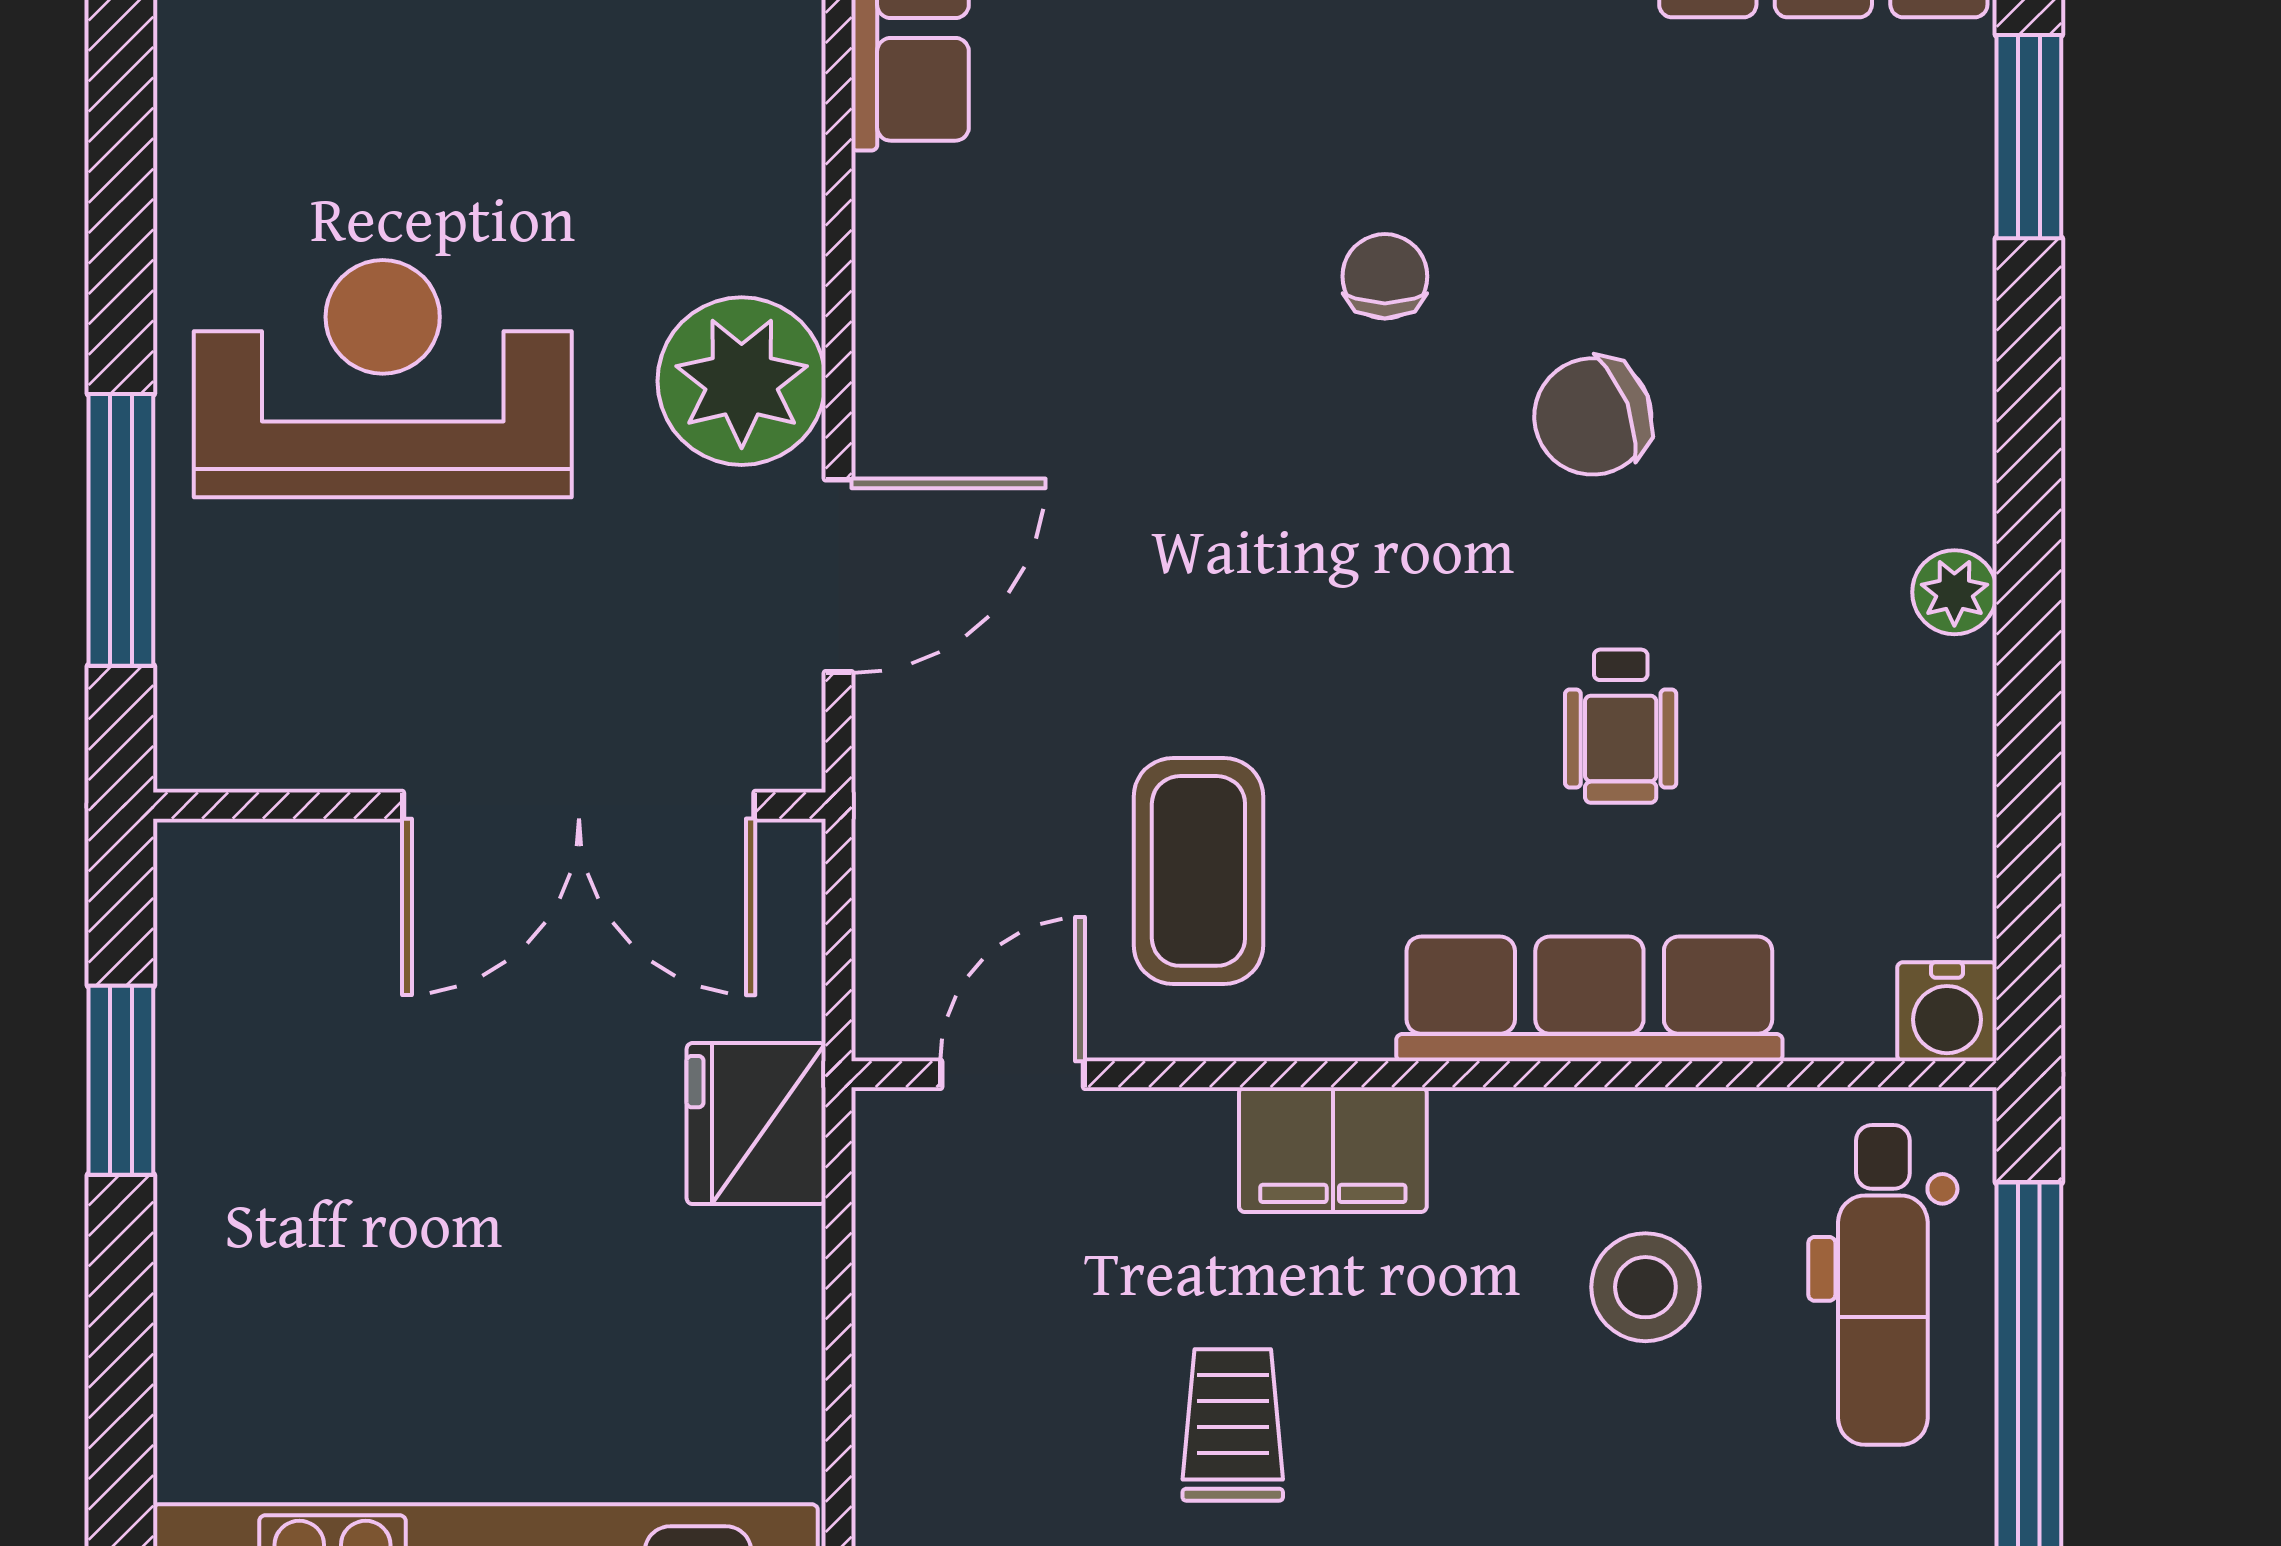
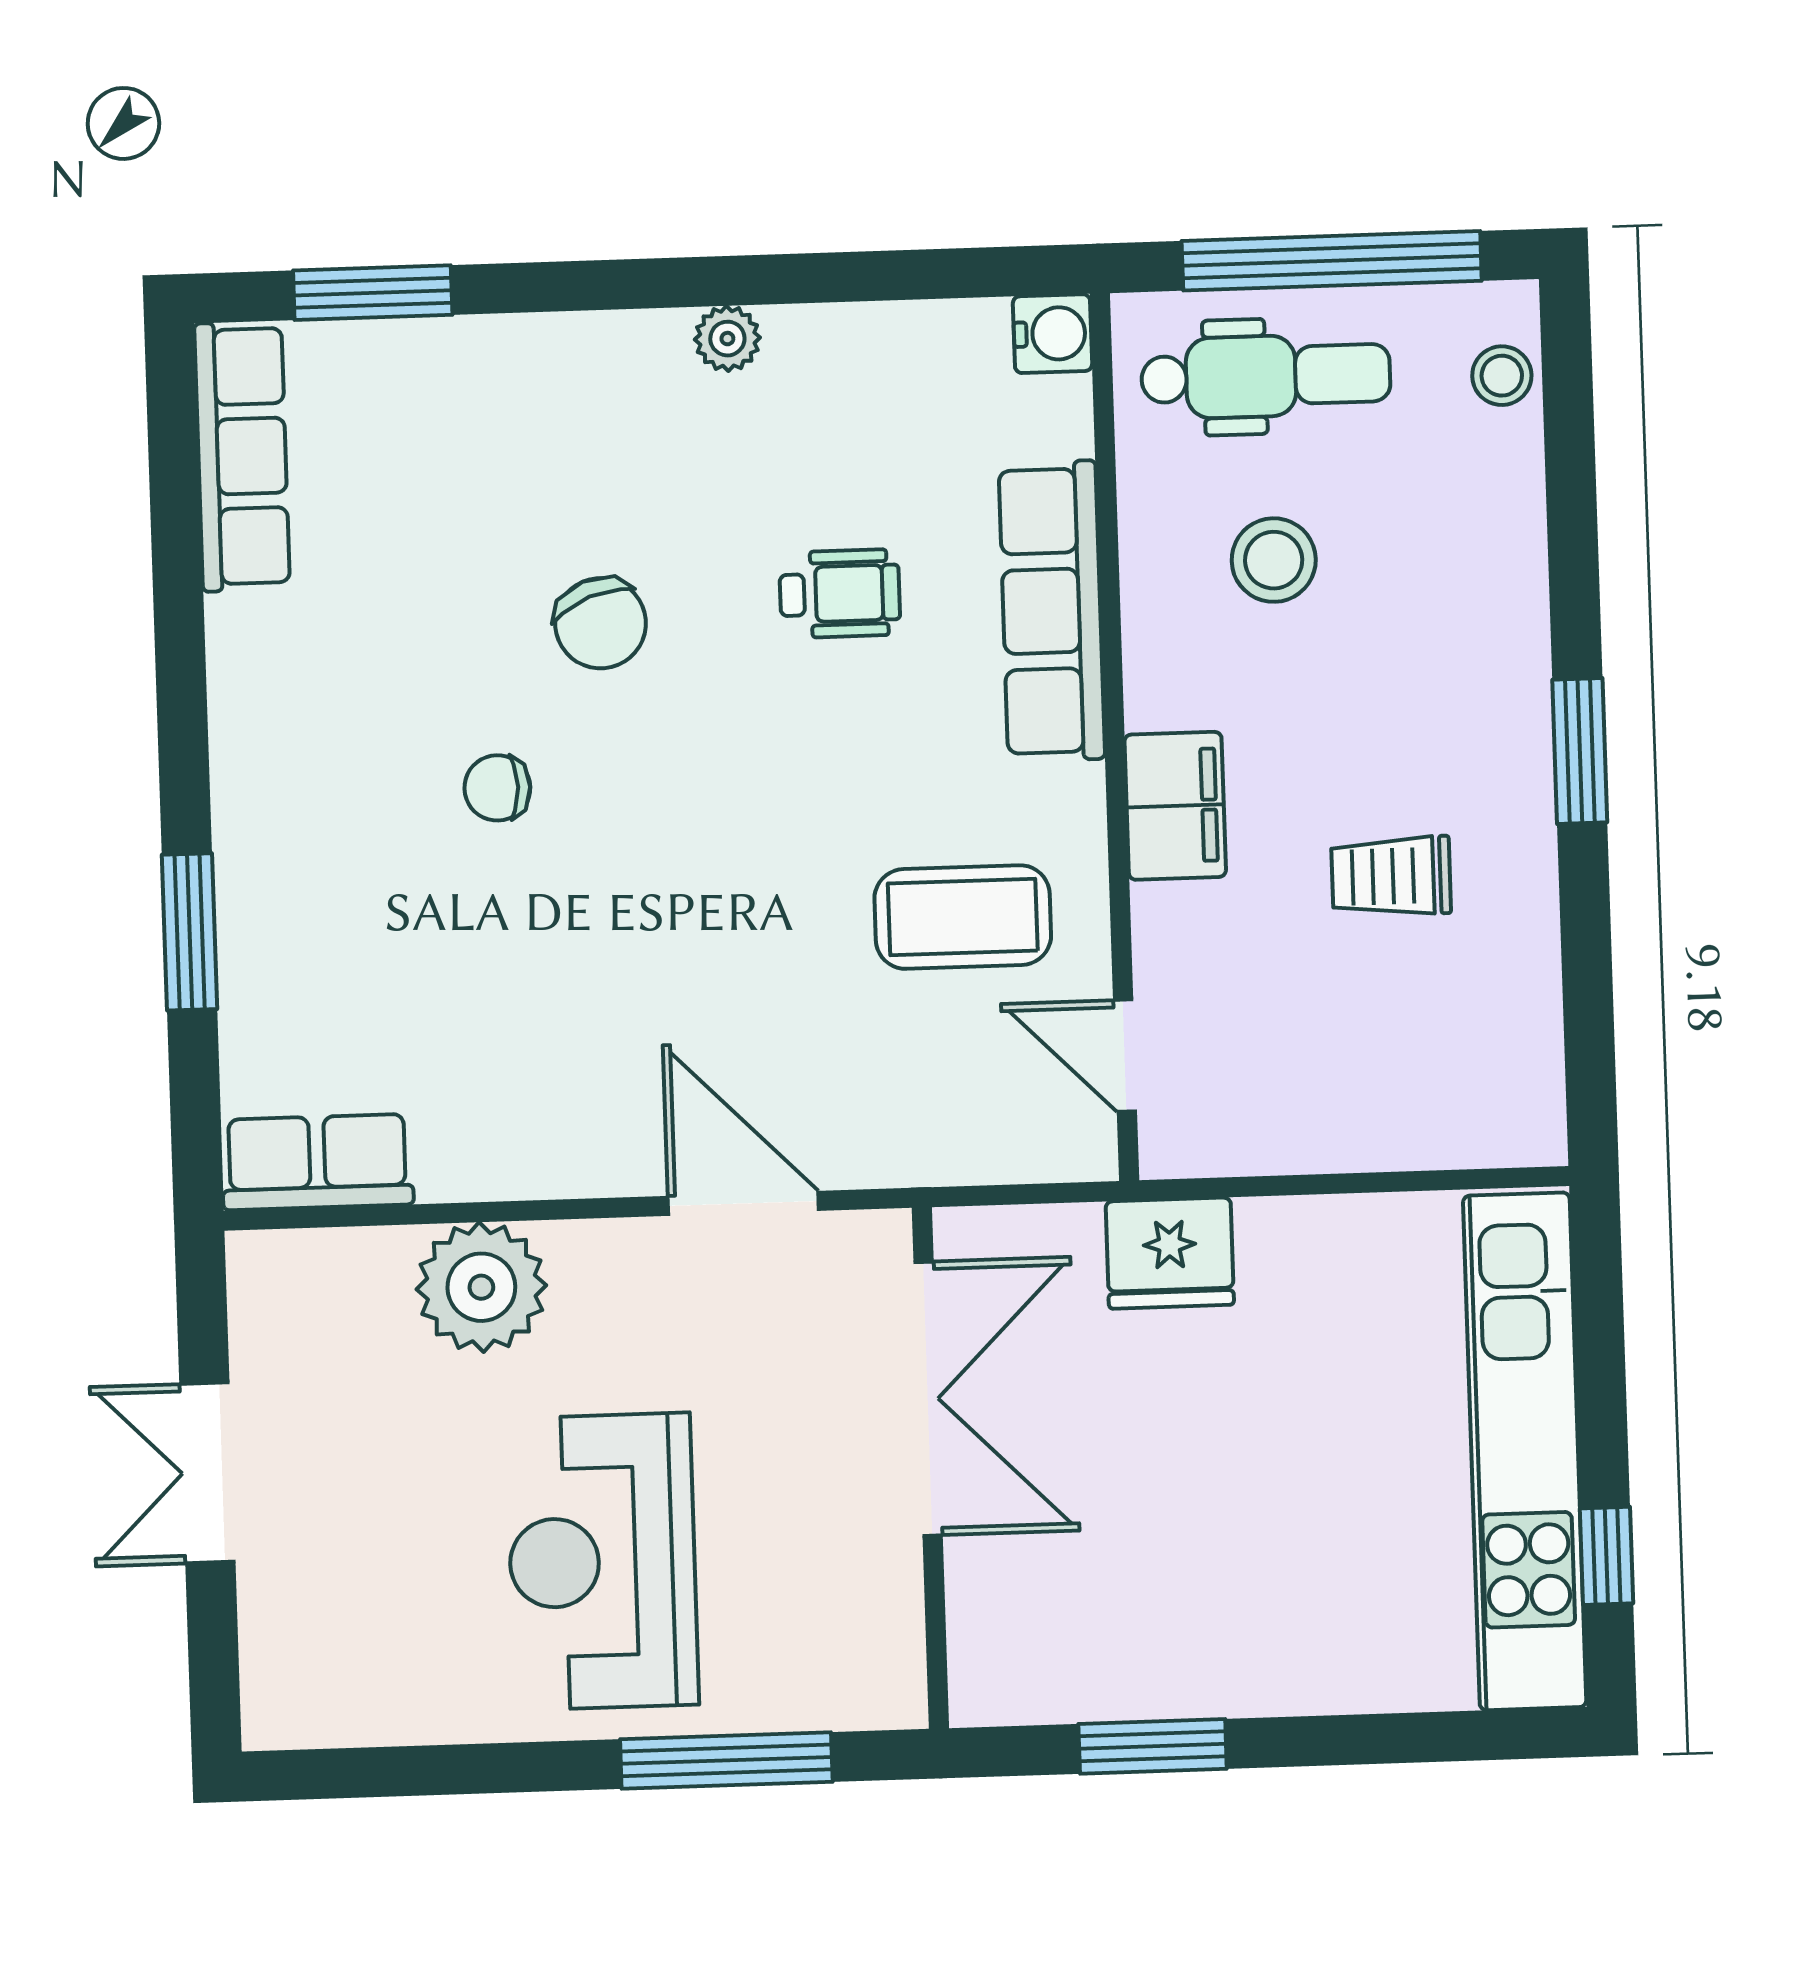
plant: (742, 381) -> (481, 1287), moved

